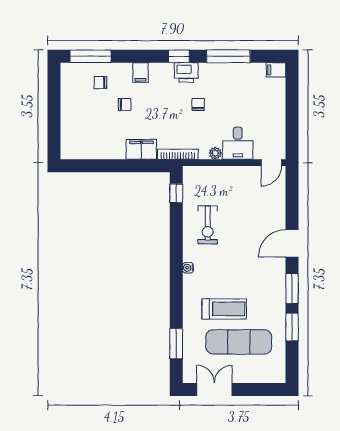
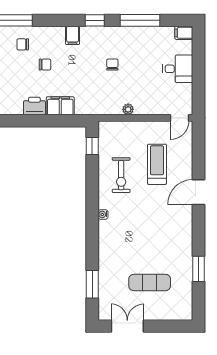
printer: (186, 72) -> (34, 106), moved, turned 180
filing cabinet: (140, 73) -> (73, 35), moved
desk: (238, 143) -> (178, 69), moved, turned -90
bookcase: (178, 154) -> (94, 110), removed
window: (292, 288) -> (199, 233), removed
treadmill: (224, 309) -> (157, 164), moved, turned -90
exercise mat: (239, 342) -> (150, 282), width x0.73, depth x0.69

